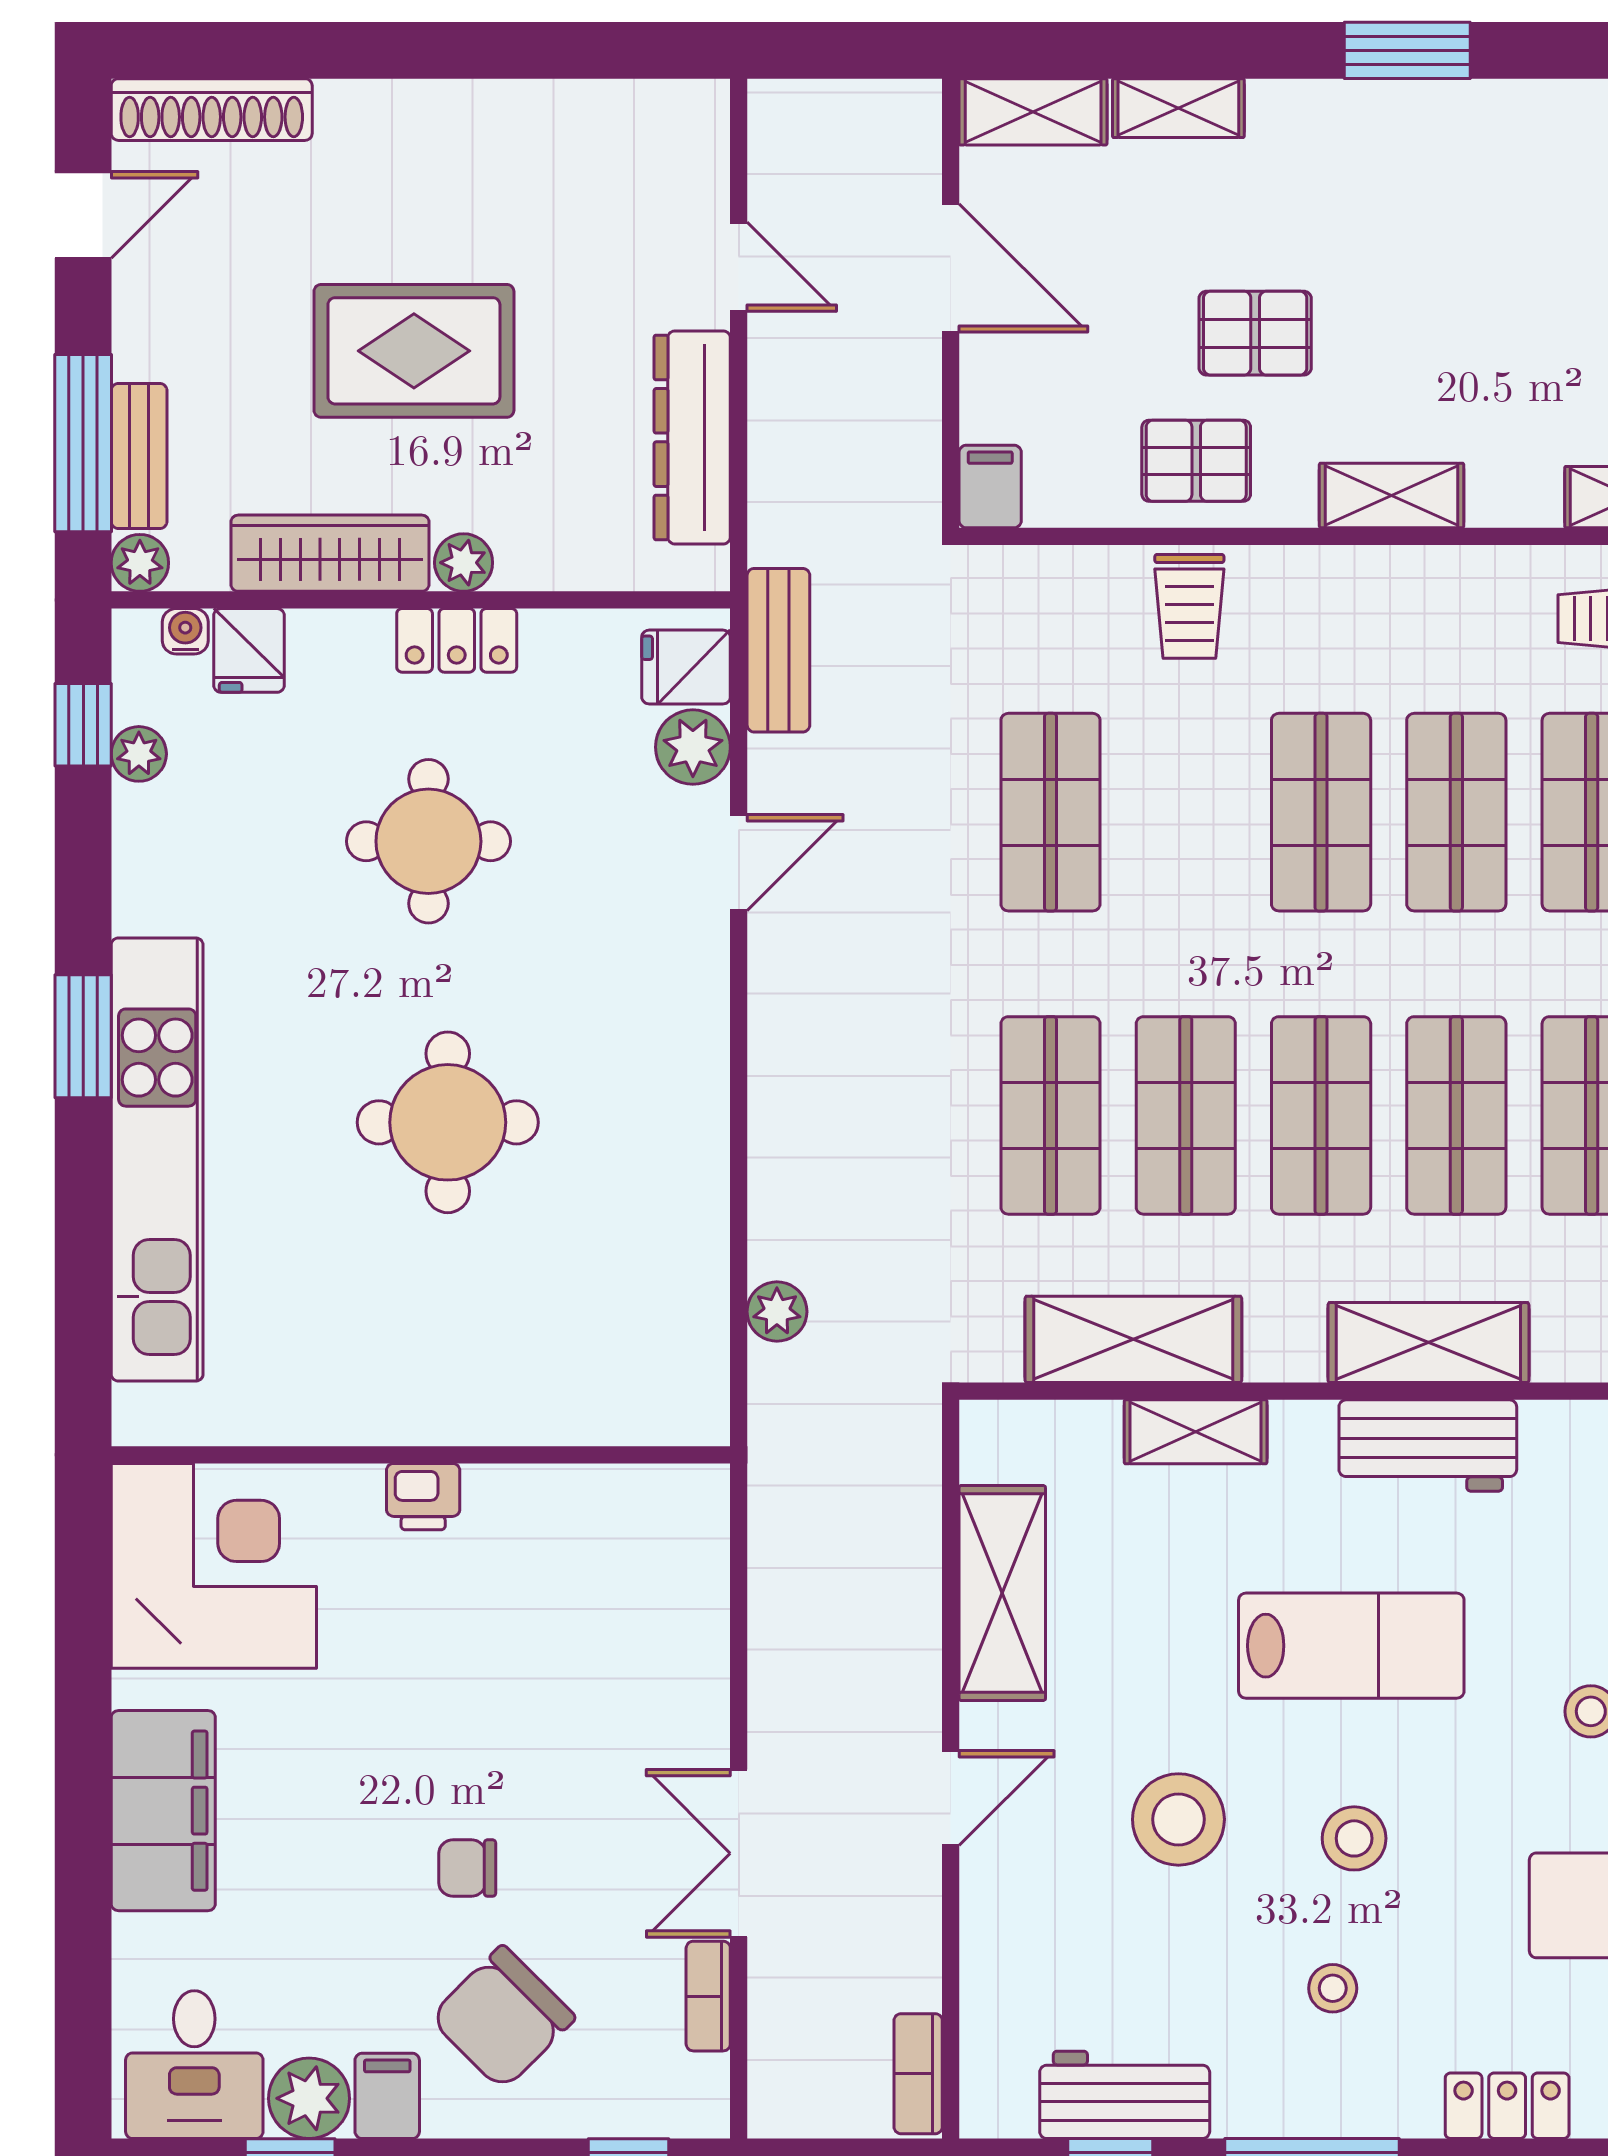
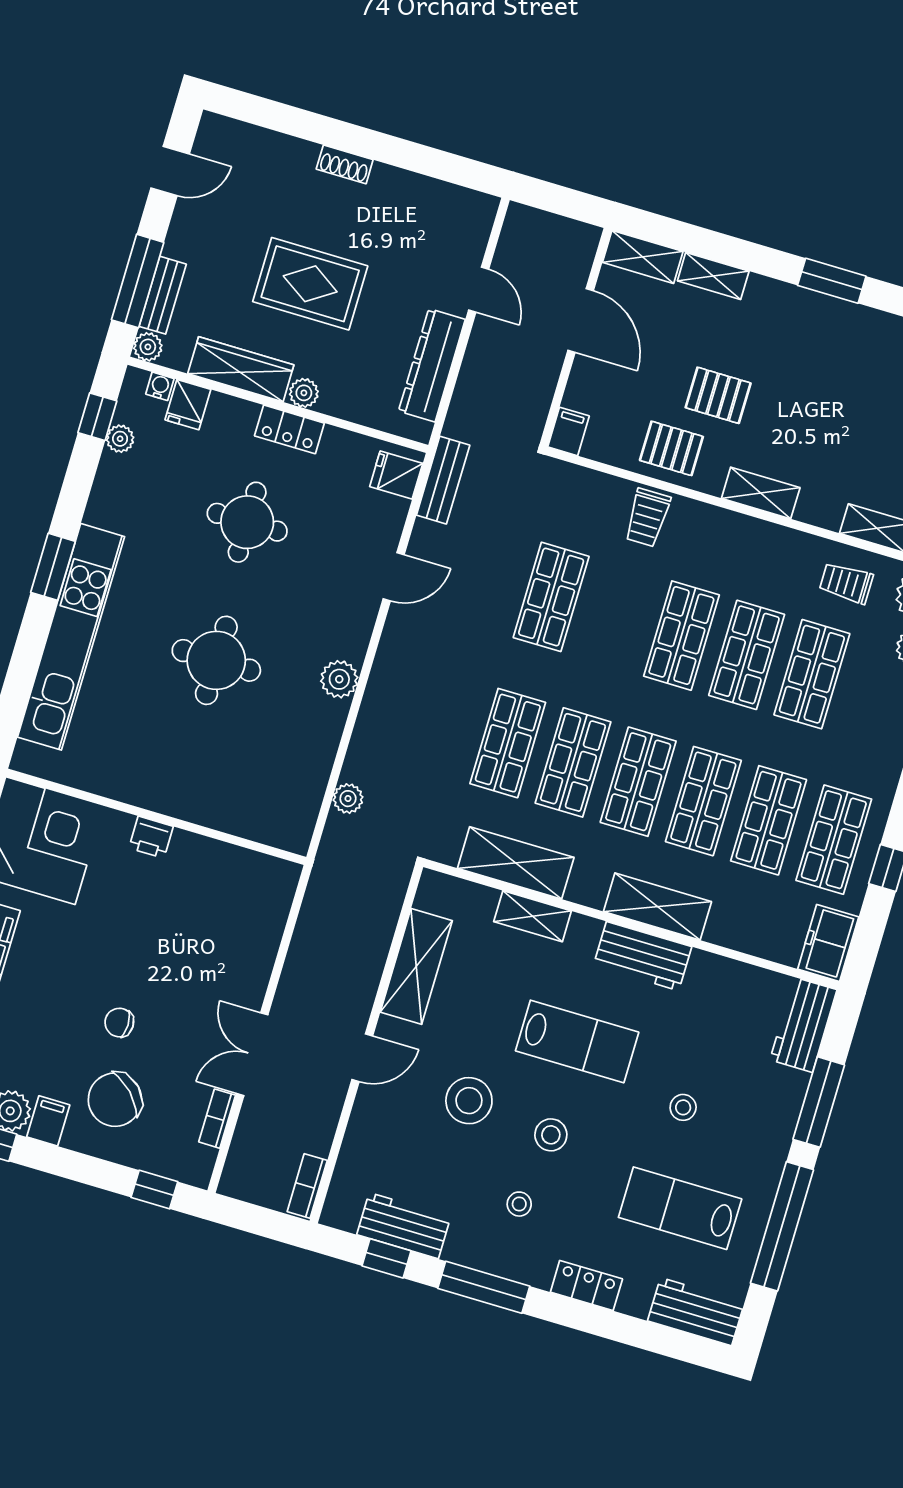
shoe rack: (212, 110) -> (345, 164), moved, width x0.51, depth x0.81
plant: (693, 747) -> (339, 679), moved

